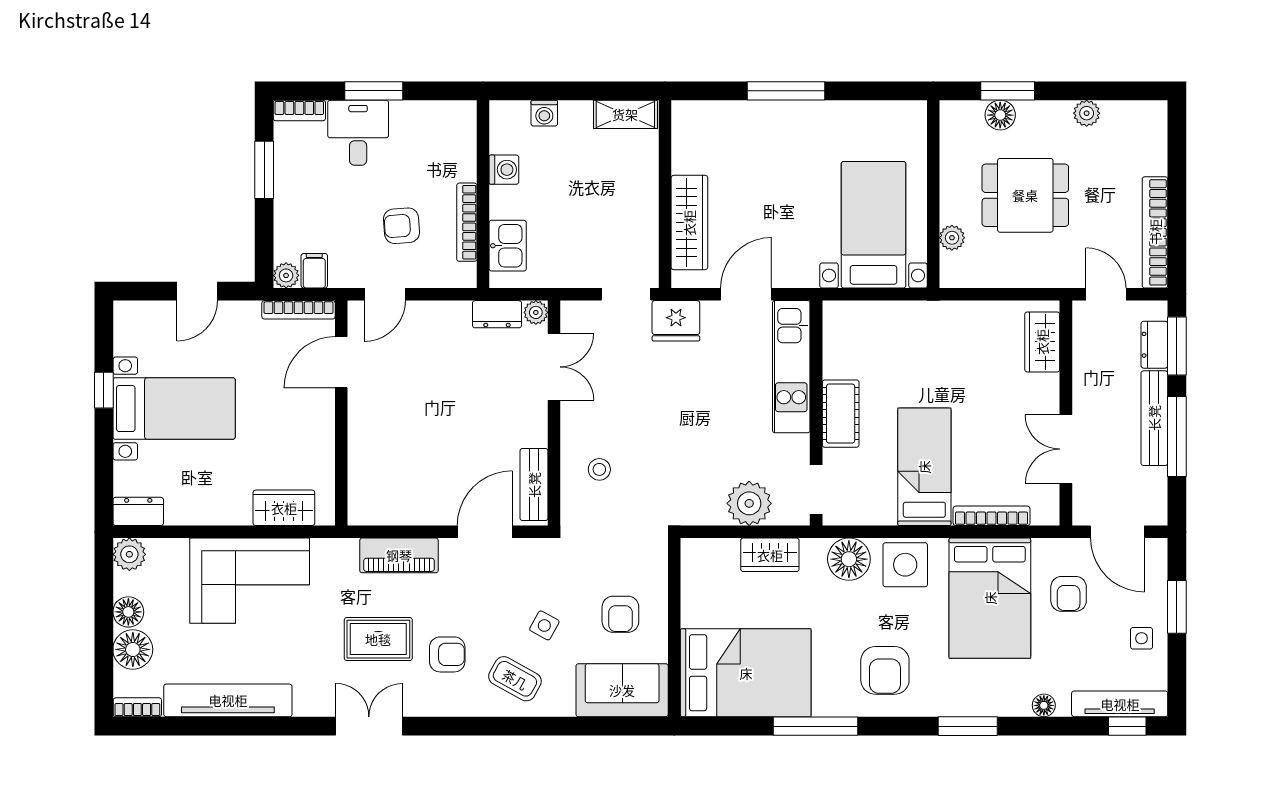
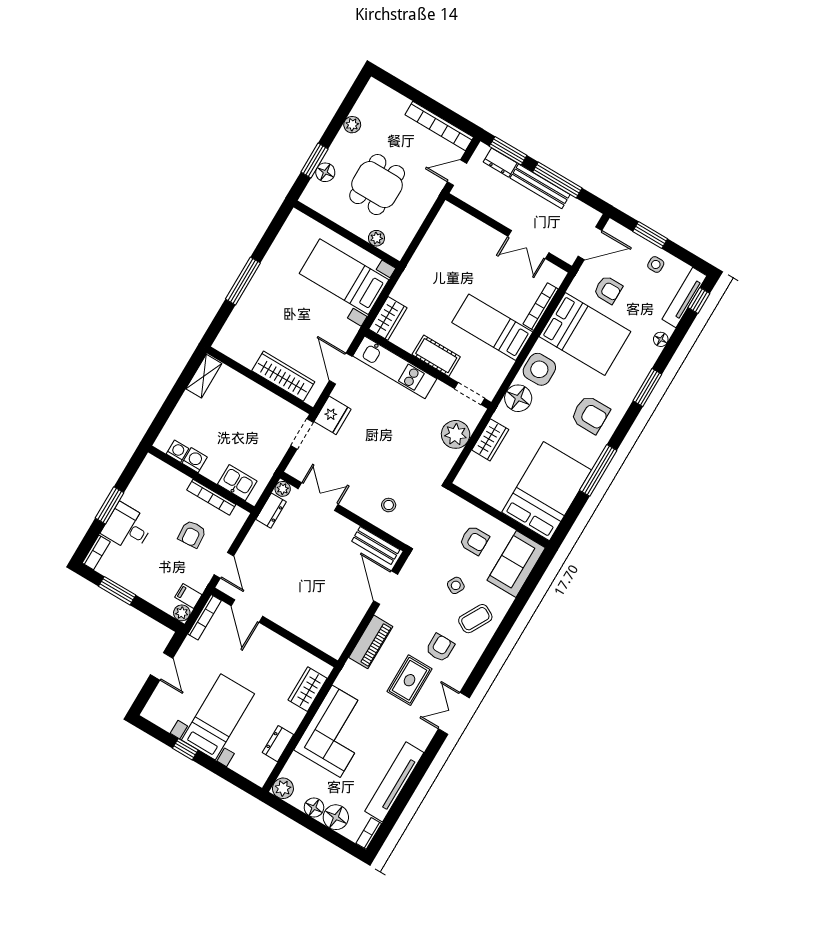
washing machine: (544, 113) -> (178, 451), moved, turned -90
wardrobe: (1042, 342) -> (388, 318), moved, turned -90
dresser: (138, 511) -> (278, 744), moved

